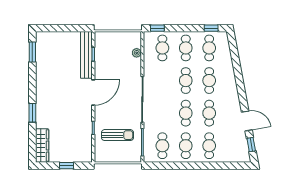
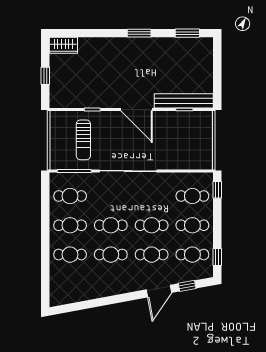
plant: (137, 53) -> (186, 164), removed
window: (32, 113) -> (139, 33), moved
door: (247, 121) -> (159, 291), moved
window: (251, 145) -> (187, 286), moved
wardrobe: (42, 146) -> (63, 45), width x0.67

